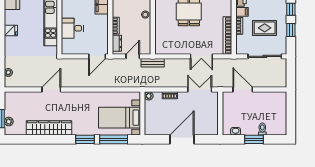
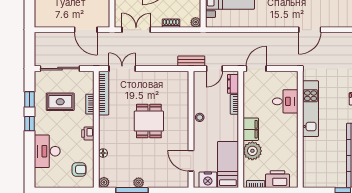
filing cabinet: (242, 12) -> (87, 121), removed
double door: (201, 56) -> (122, 69), moved
double door: (200, 90) -> (136, 30), swing flipped

